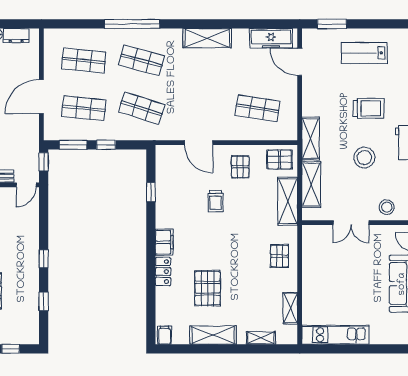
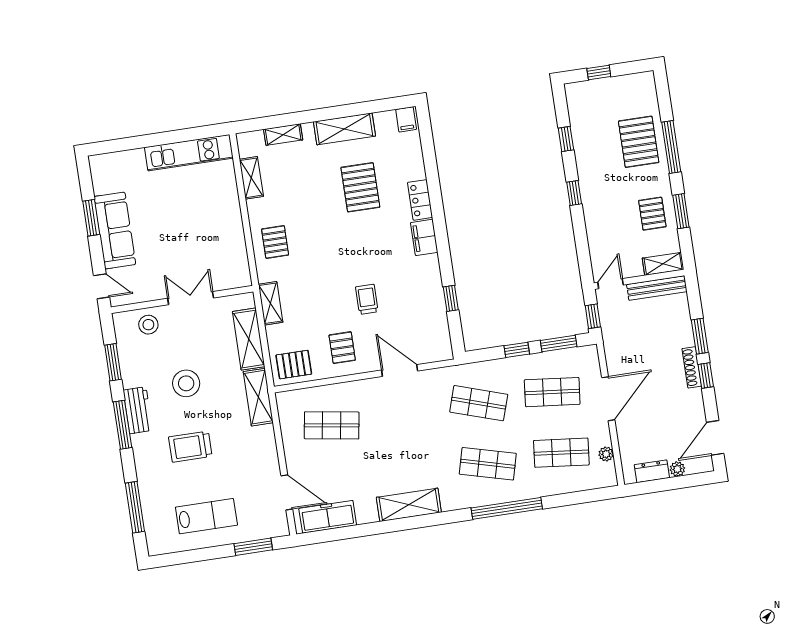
plant: (49, 54) -> (606, 454), added
shelving: (288, 201) -> (271, 303), width x0.67, depth x0.75

